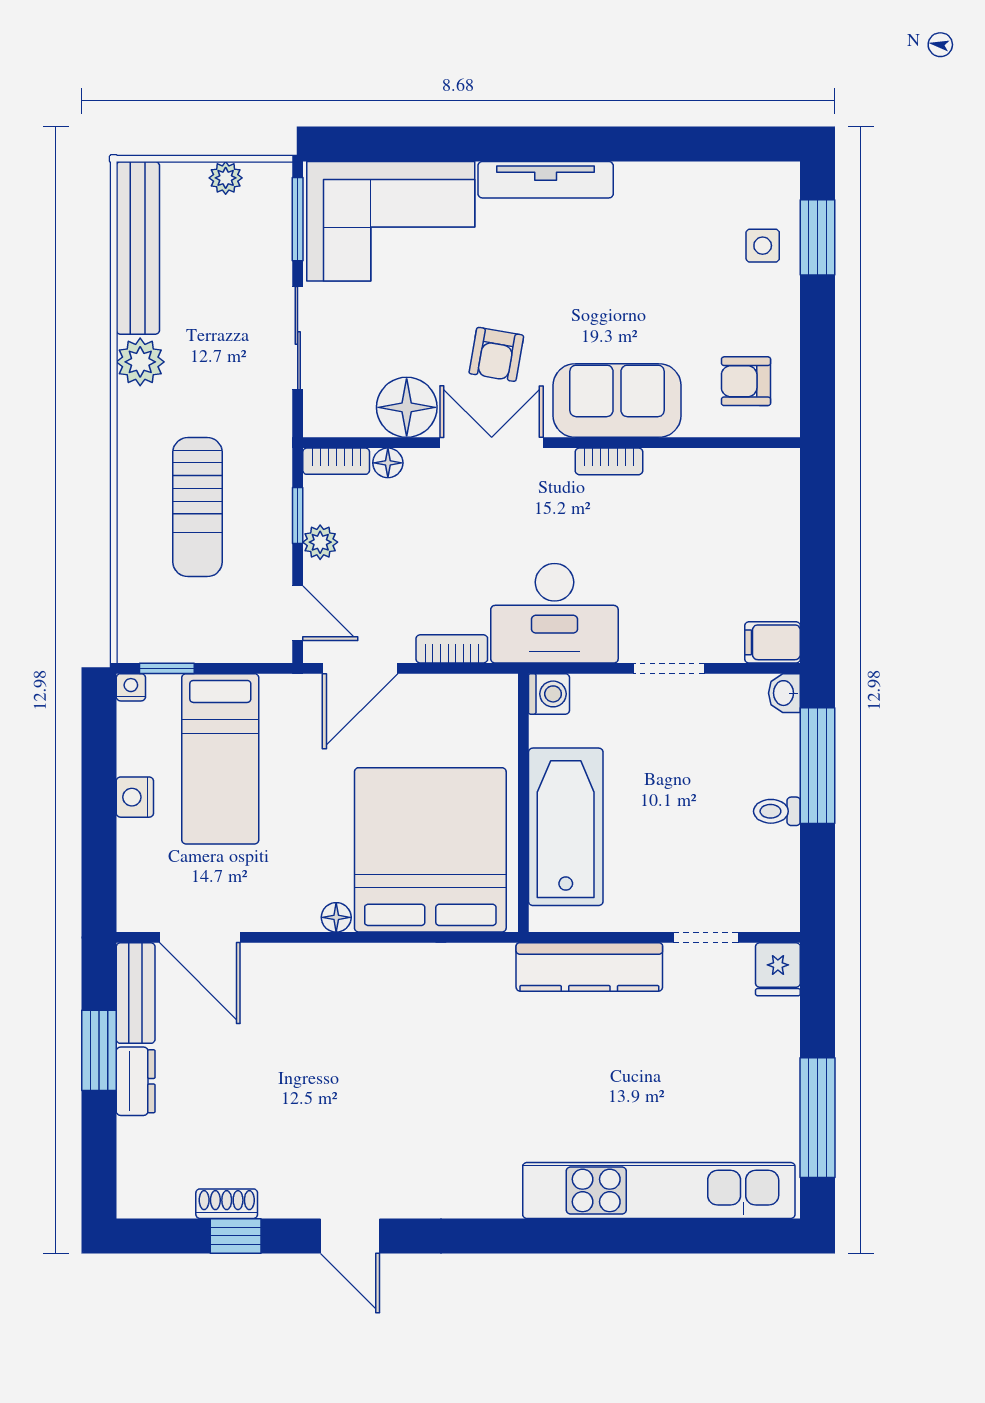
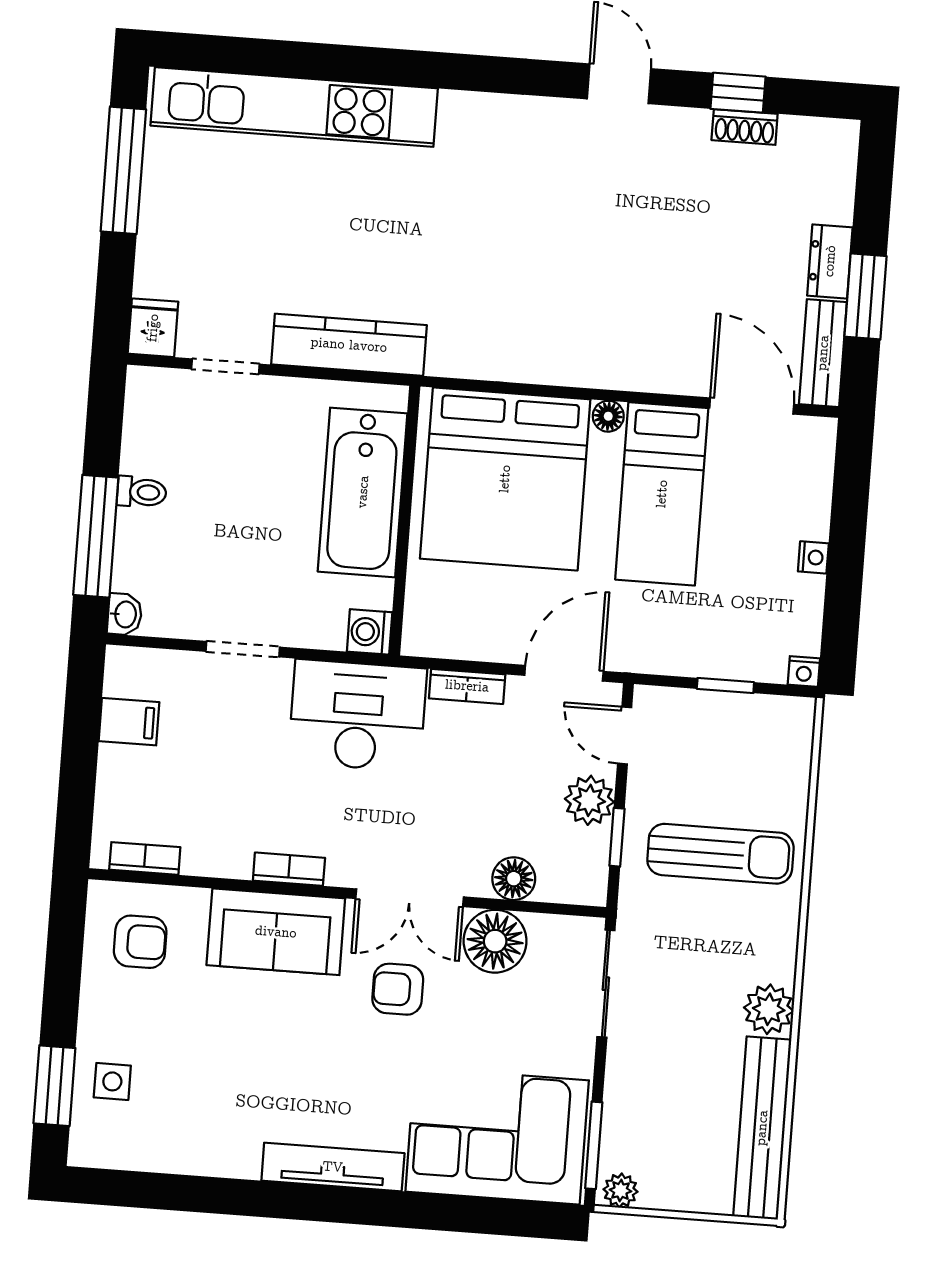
plant: (226, 178) -> (620, 1190), moved
sliding door: (298, 338) -> (606, 984), moved
armchair: (496, 354) -> (398, 989), turned -100
bookcase: (336, 461) -> (145, 858), moved
floor lamp: (388, 463) -> (514, 879), width x1.37, depth x1.37
sun lounger: (198, 507) -> (720, 854), turned 90
plant: (320, 542) -> (589, 800), width x1.38, depth x1.38
filing cabinet: (773, 642) -> (129, 722), moved
window: (167, 668) -> (725, 685), moved
bed: (220, 759) -> (662, 494), moved, turned 180
nightstand: (135, 797) -> (813, 557), width x0.72, depth x0.74

